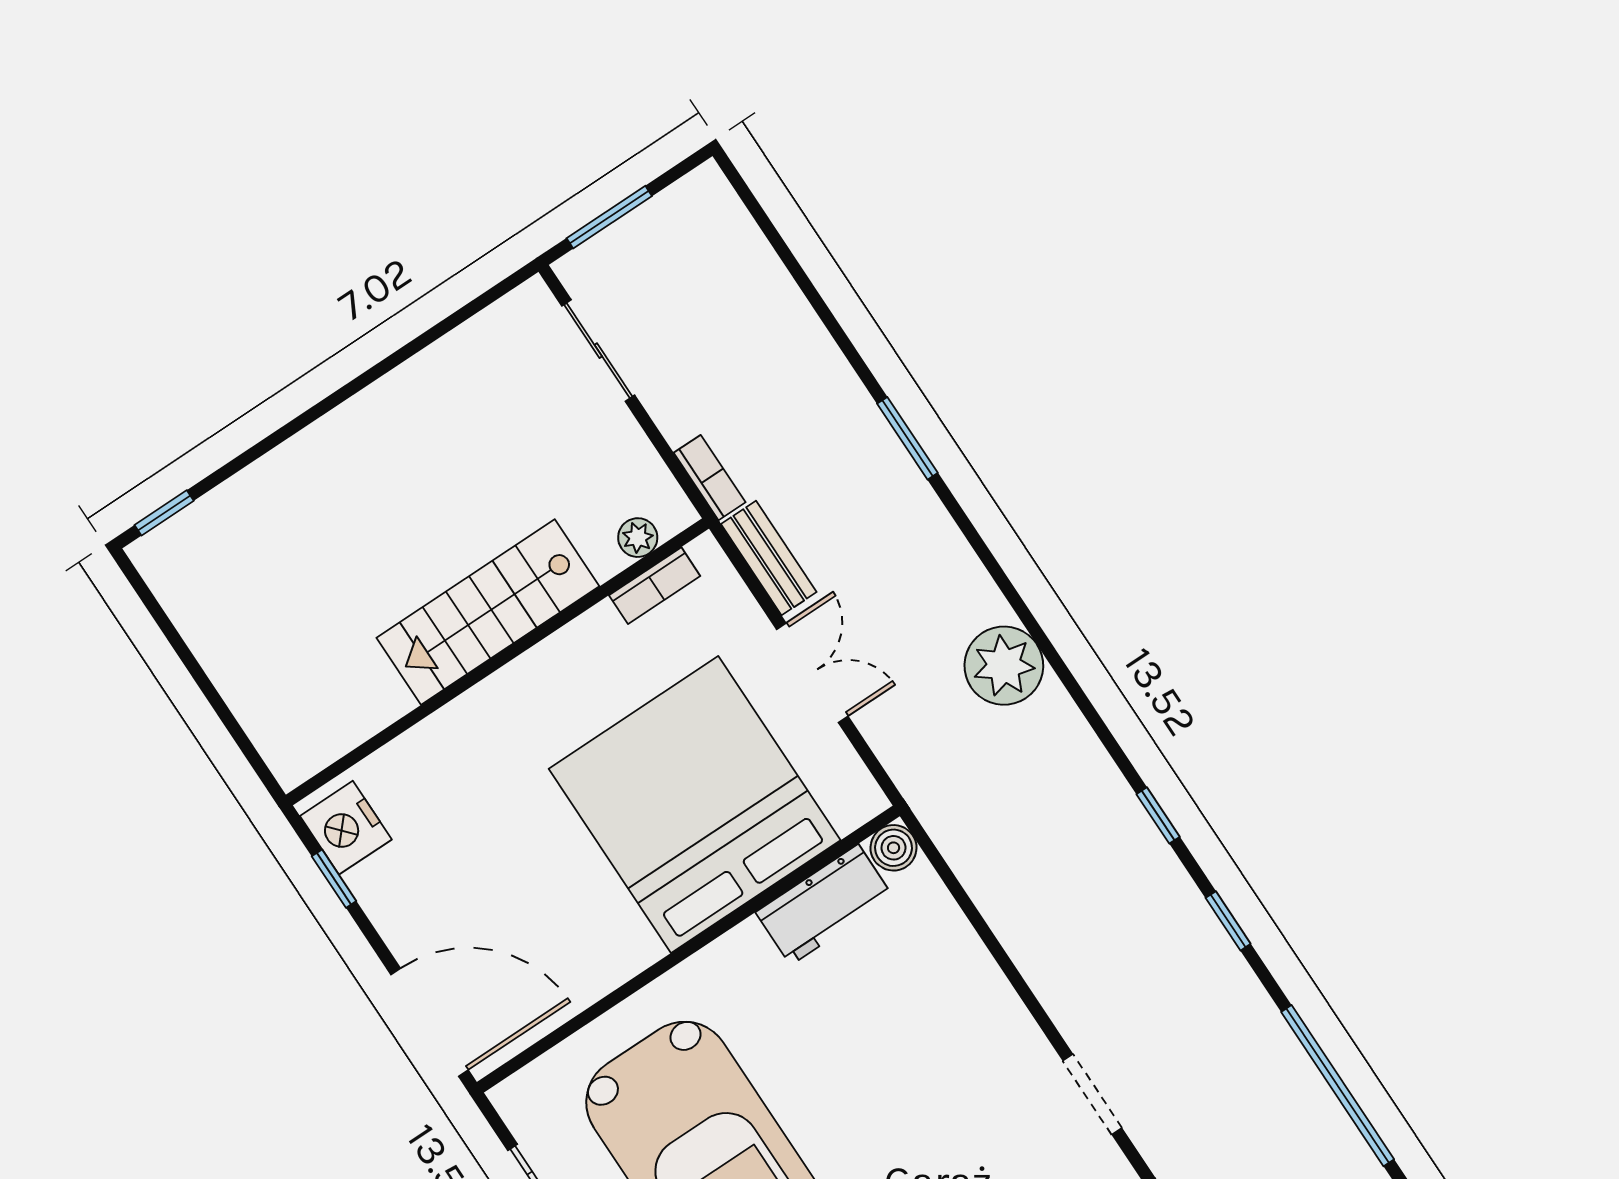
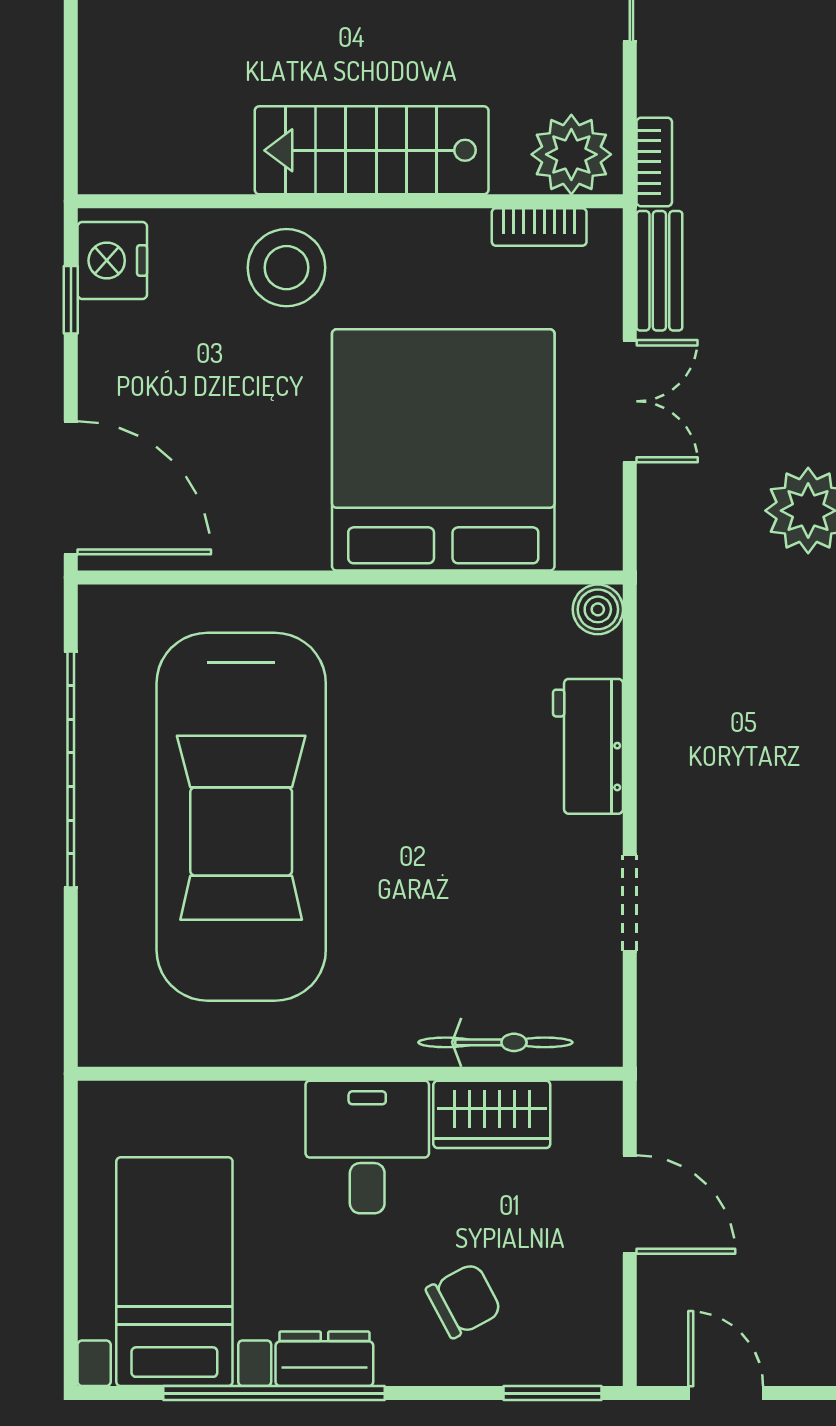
plant: (638, 538) -> (571, 154), width x1.88, depth x1.88
stool: (482, 745) -> (286, 268), added
workbench: (824, 905) -> (588, 746), moved, turned 90
doorway: (1092, 1094) -> (630, 903), moved

